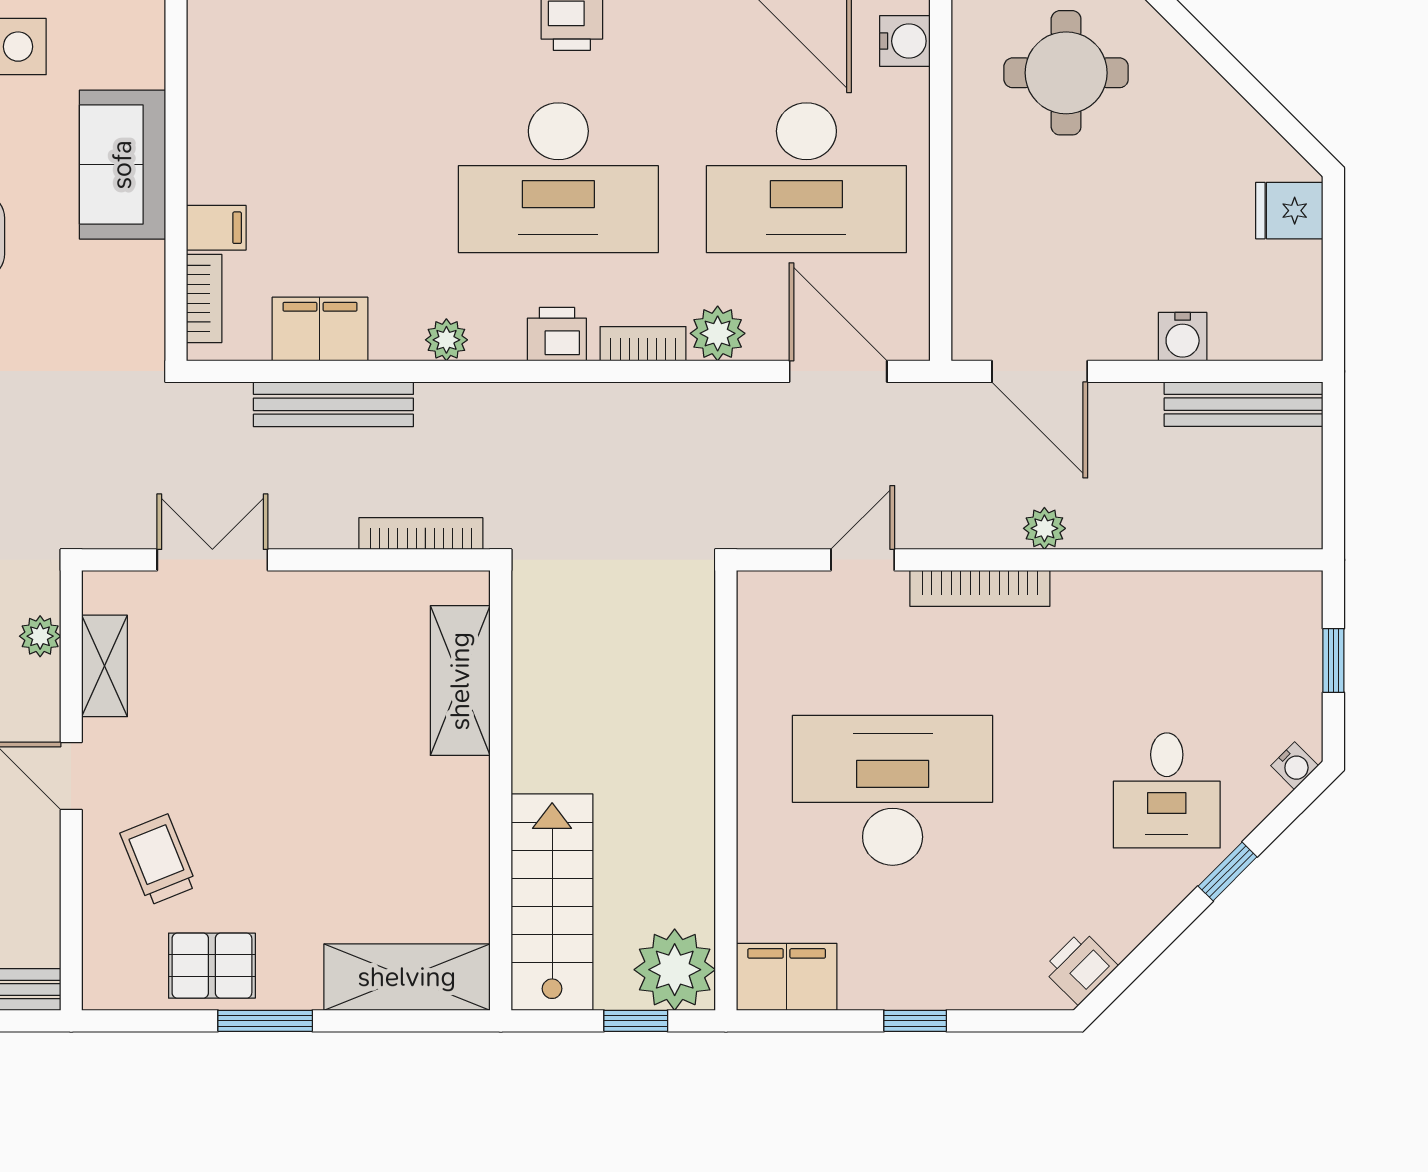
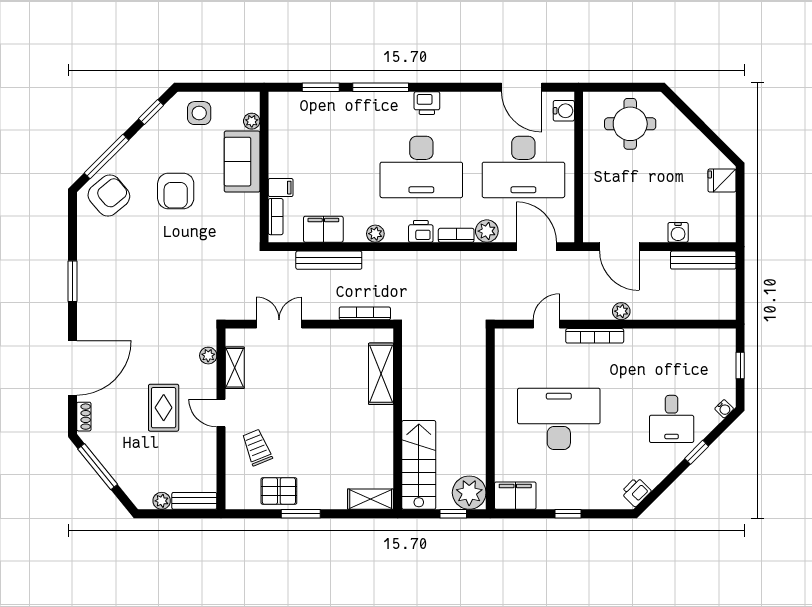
plant: (146, 66) -> (252, 121), added
shelving: (407, 977) -> (371, 499), width x0.67, depth x0.75

